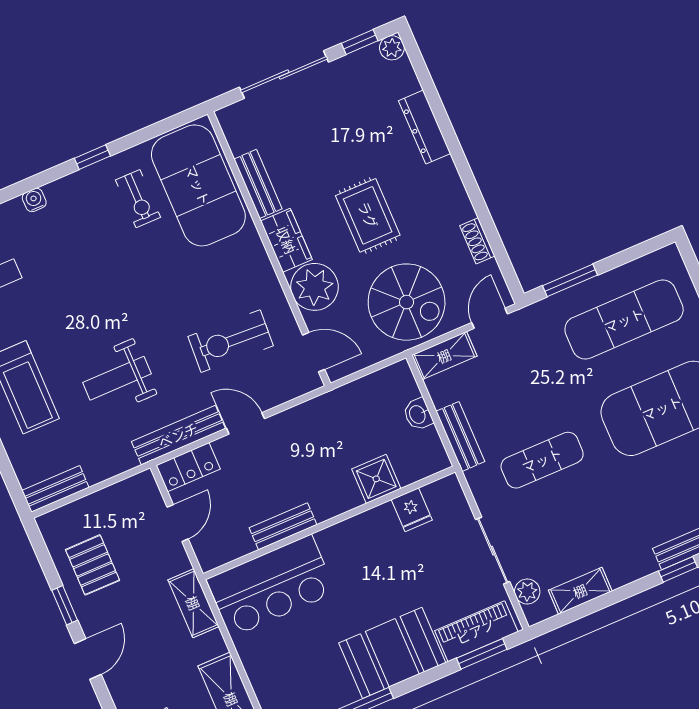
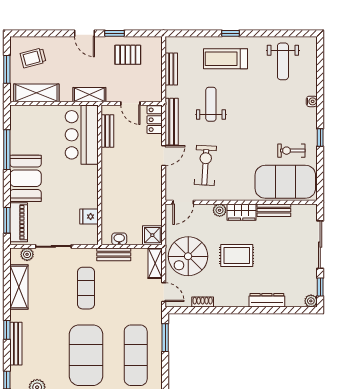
plant: (315, 287) -> (220, 210), width x0.53, depth x0.53
washbasin: (418, 414) -> (119, 239), moved
shower: (376, 479) -> (152, 235), moved
bench: (55, 489) -> (171, 69), moved
bench: (283, 526) -> (107, 131), moved
shelving: (580, 591) -> (19, 287), width x1.50, depth x1.33

